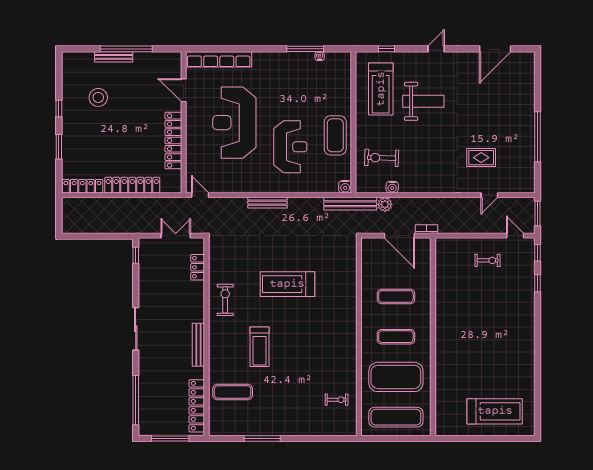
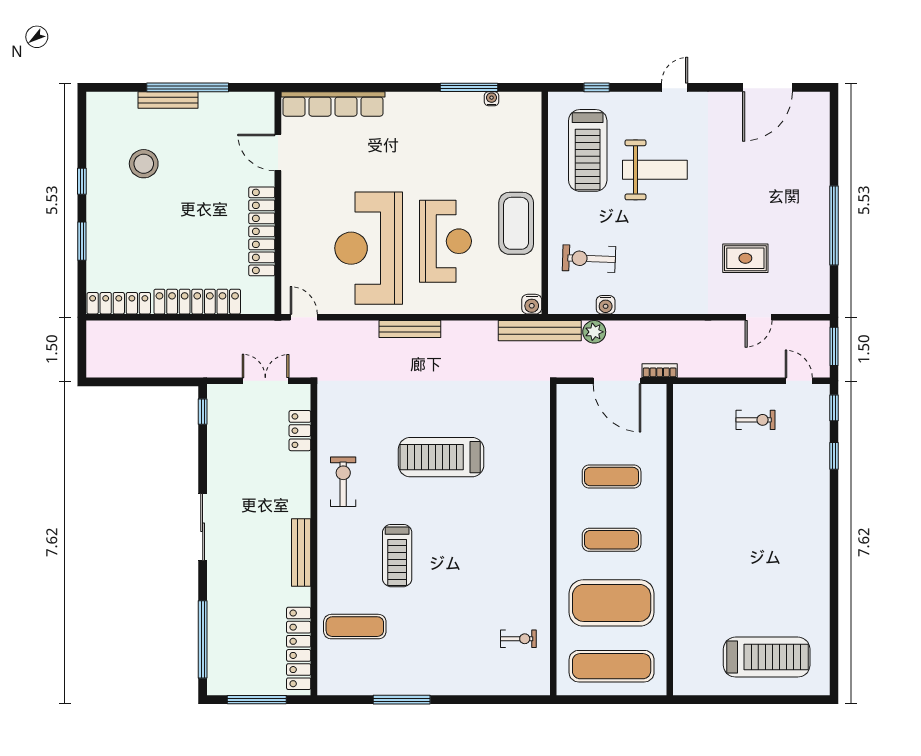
reception desk: (234, 123) -> (369, 248), moved

